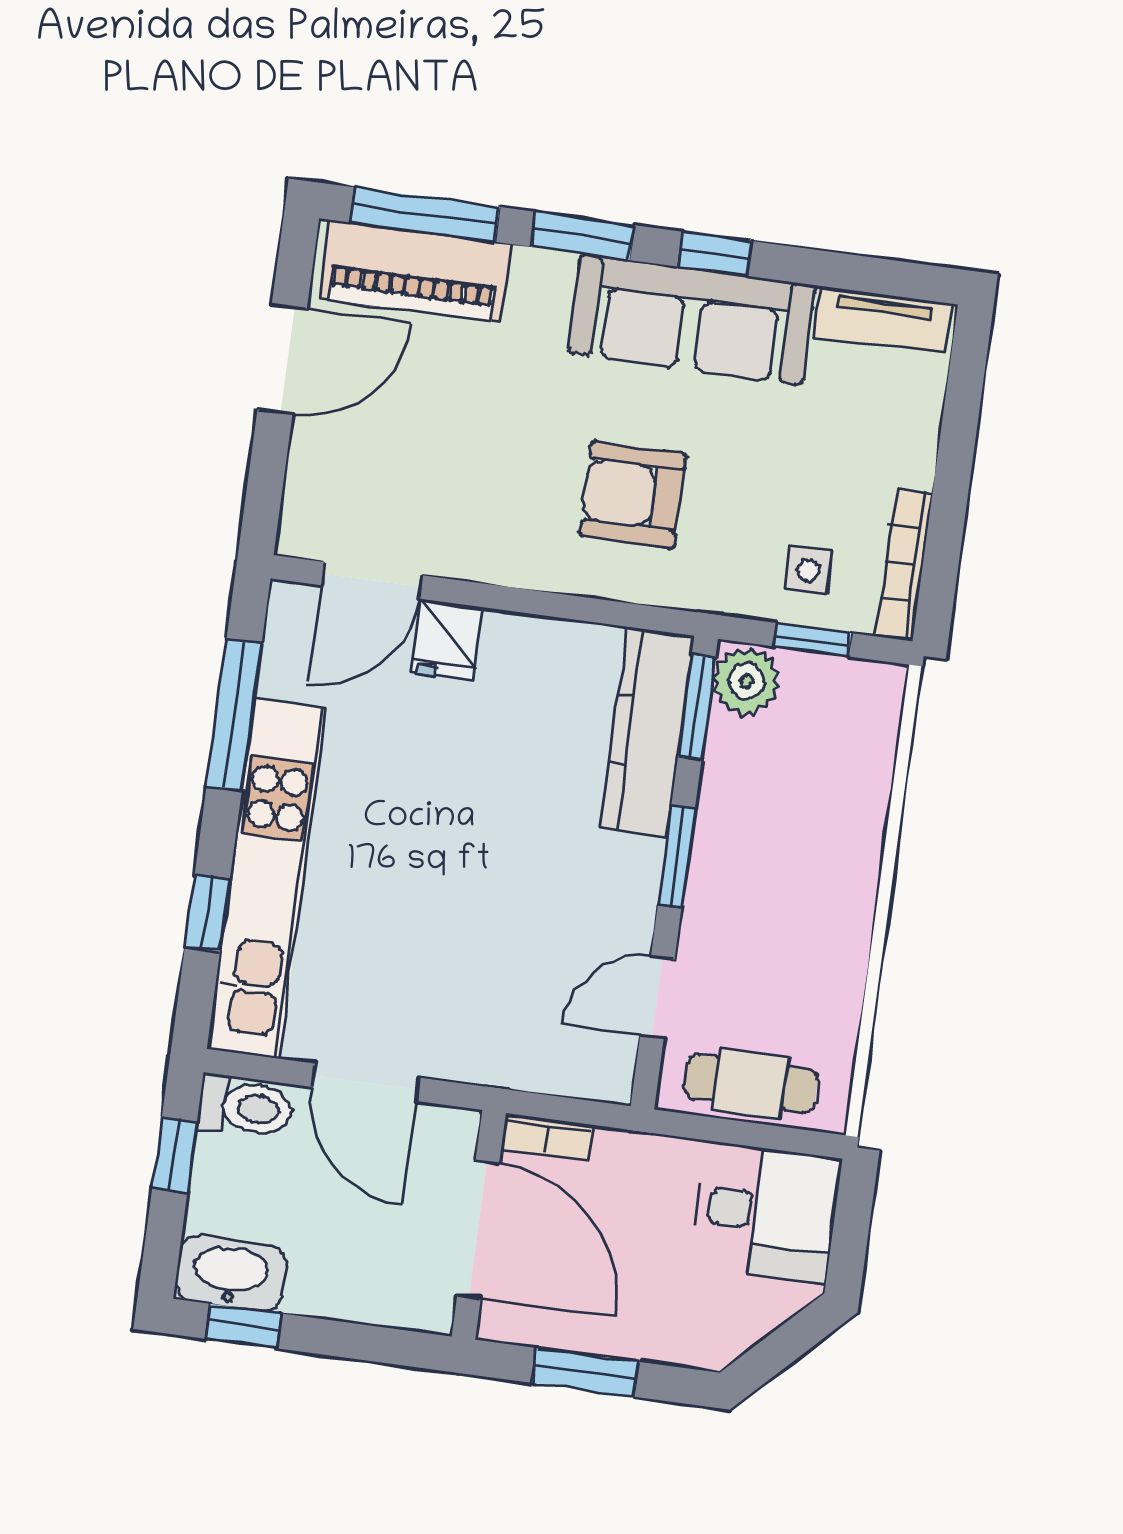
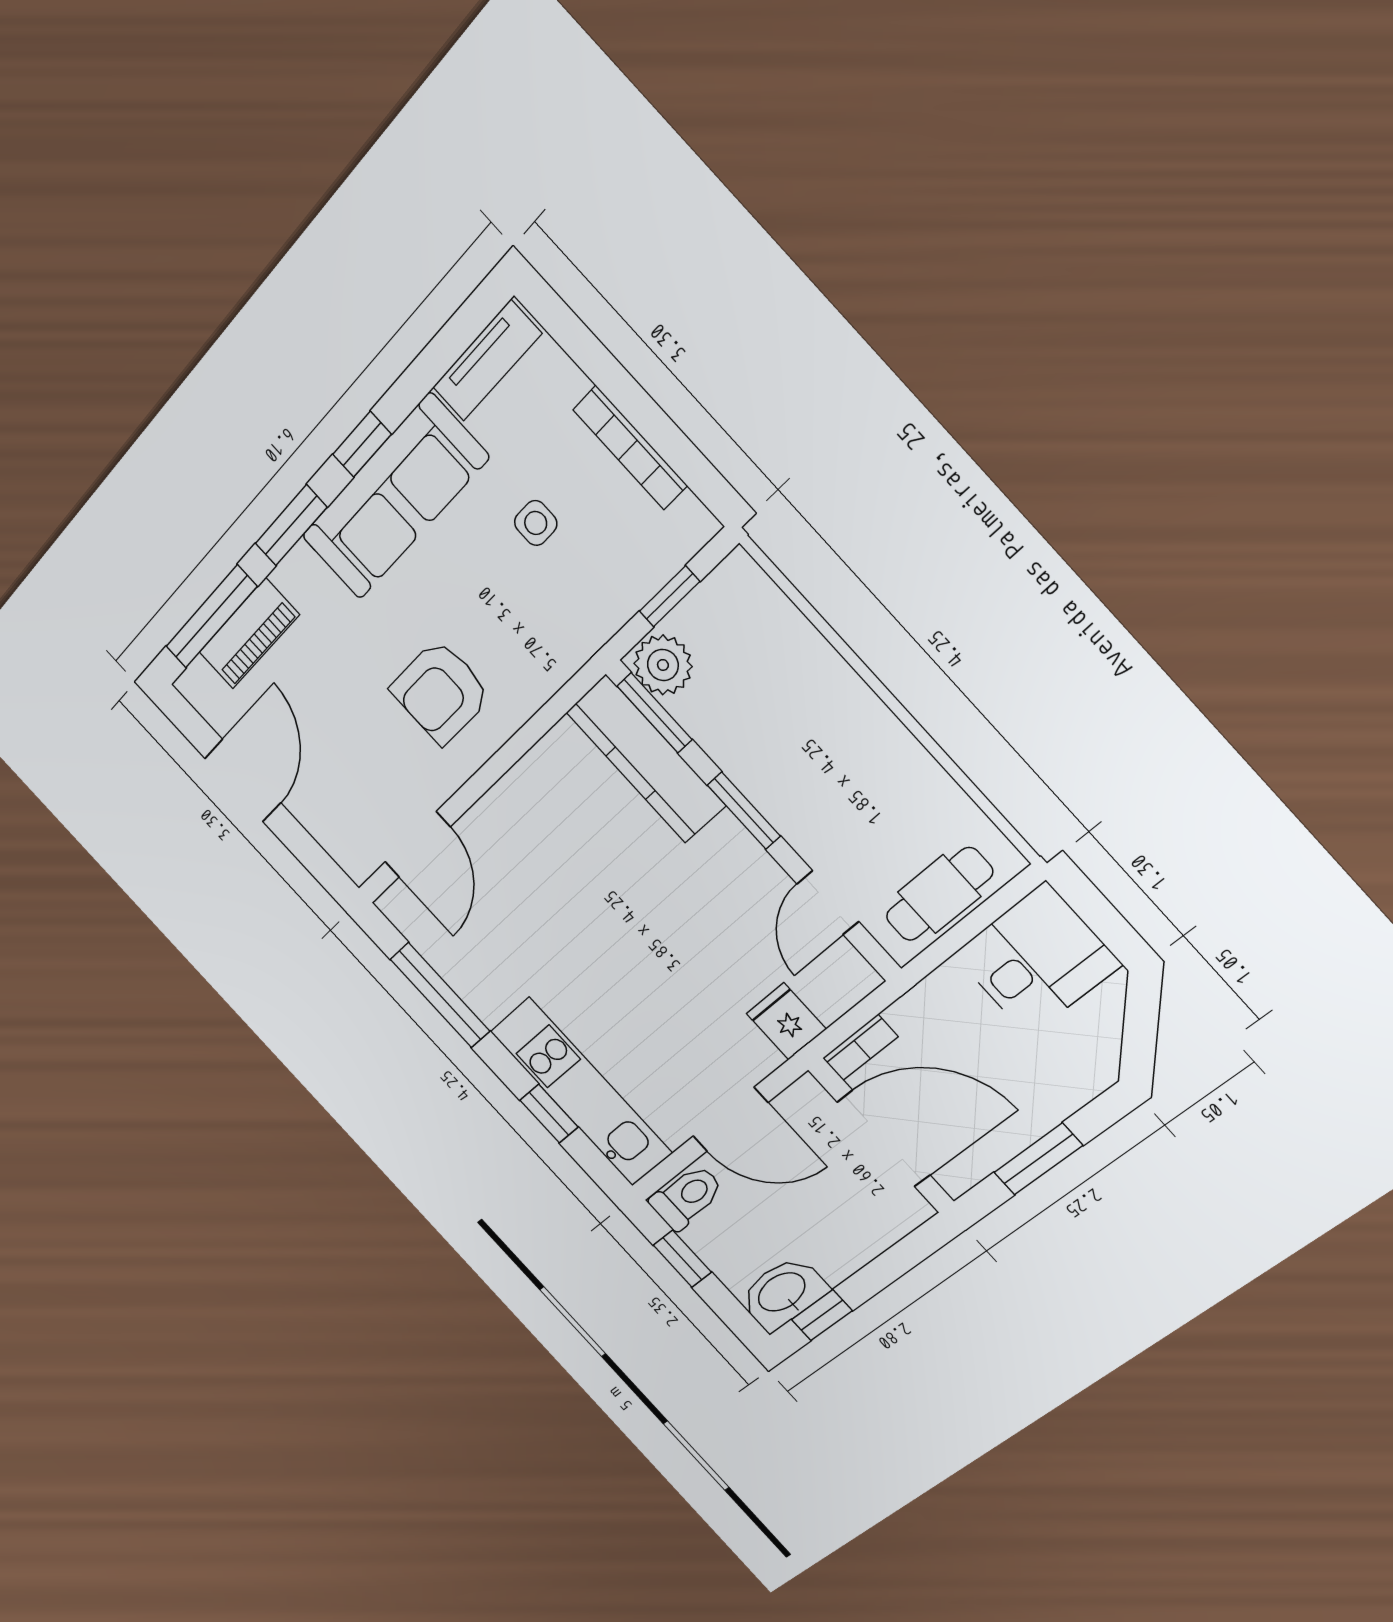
piano: (415, 271) -> (249, 634), width x0.73, depth x0.75
armchair: (633, 495) -> (441, 692), moved
bookcase: (904, 564) -> (630, 448), moved
side table: (808, 570) -> (536, 523), moved
fridge: (447, 640) -> (786, 1021), moved, turned 180
kitchen unit: (267, 879) -> (581, 1092), width x0.73

